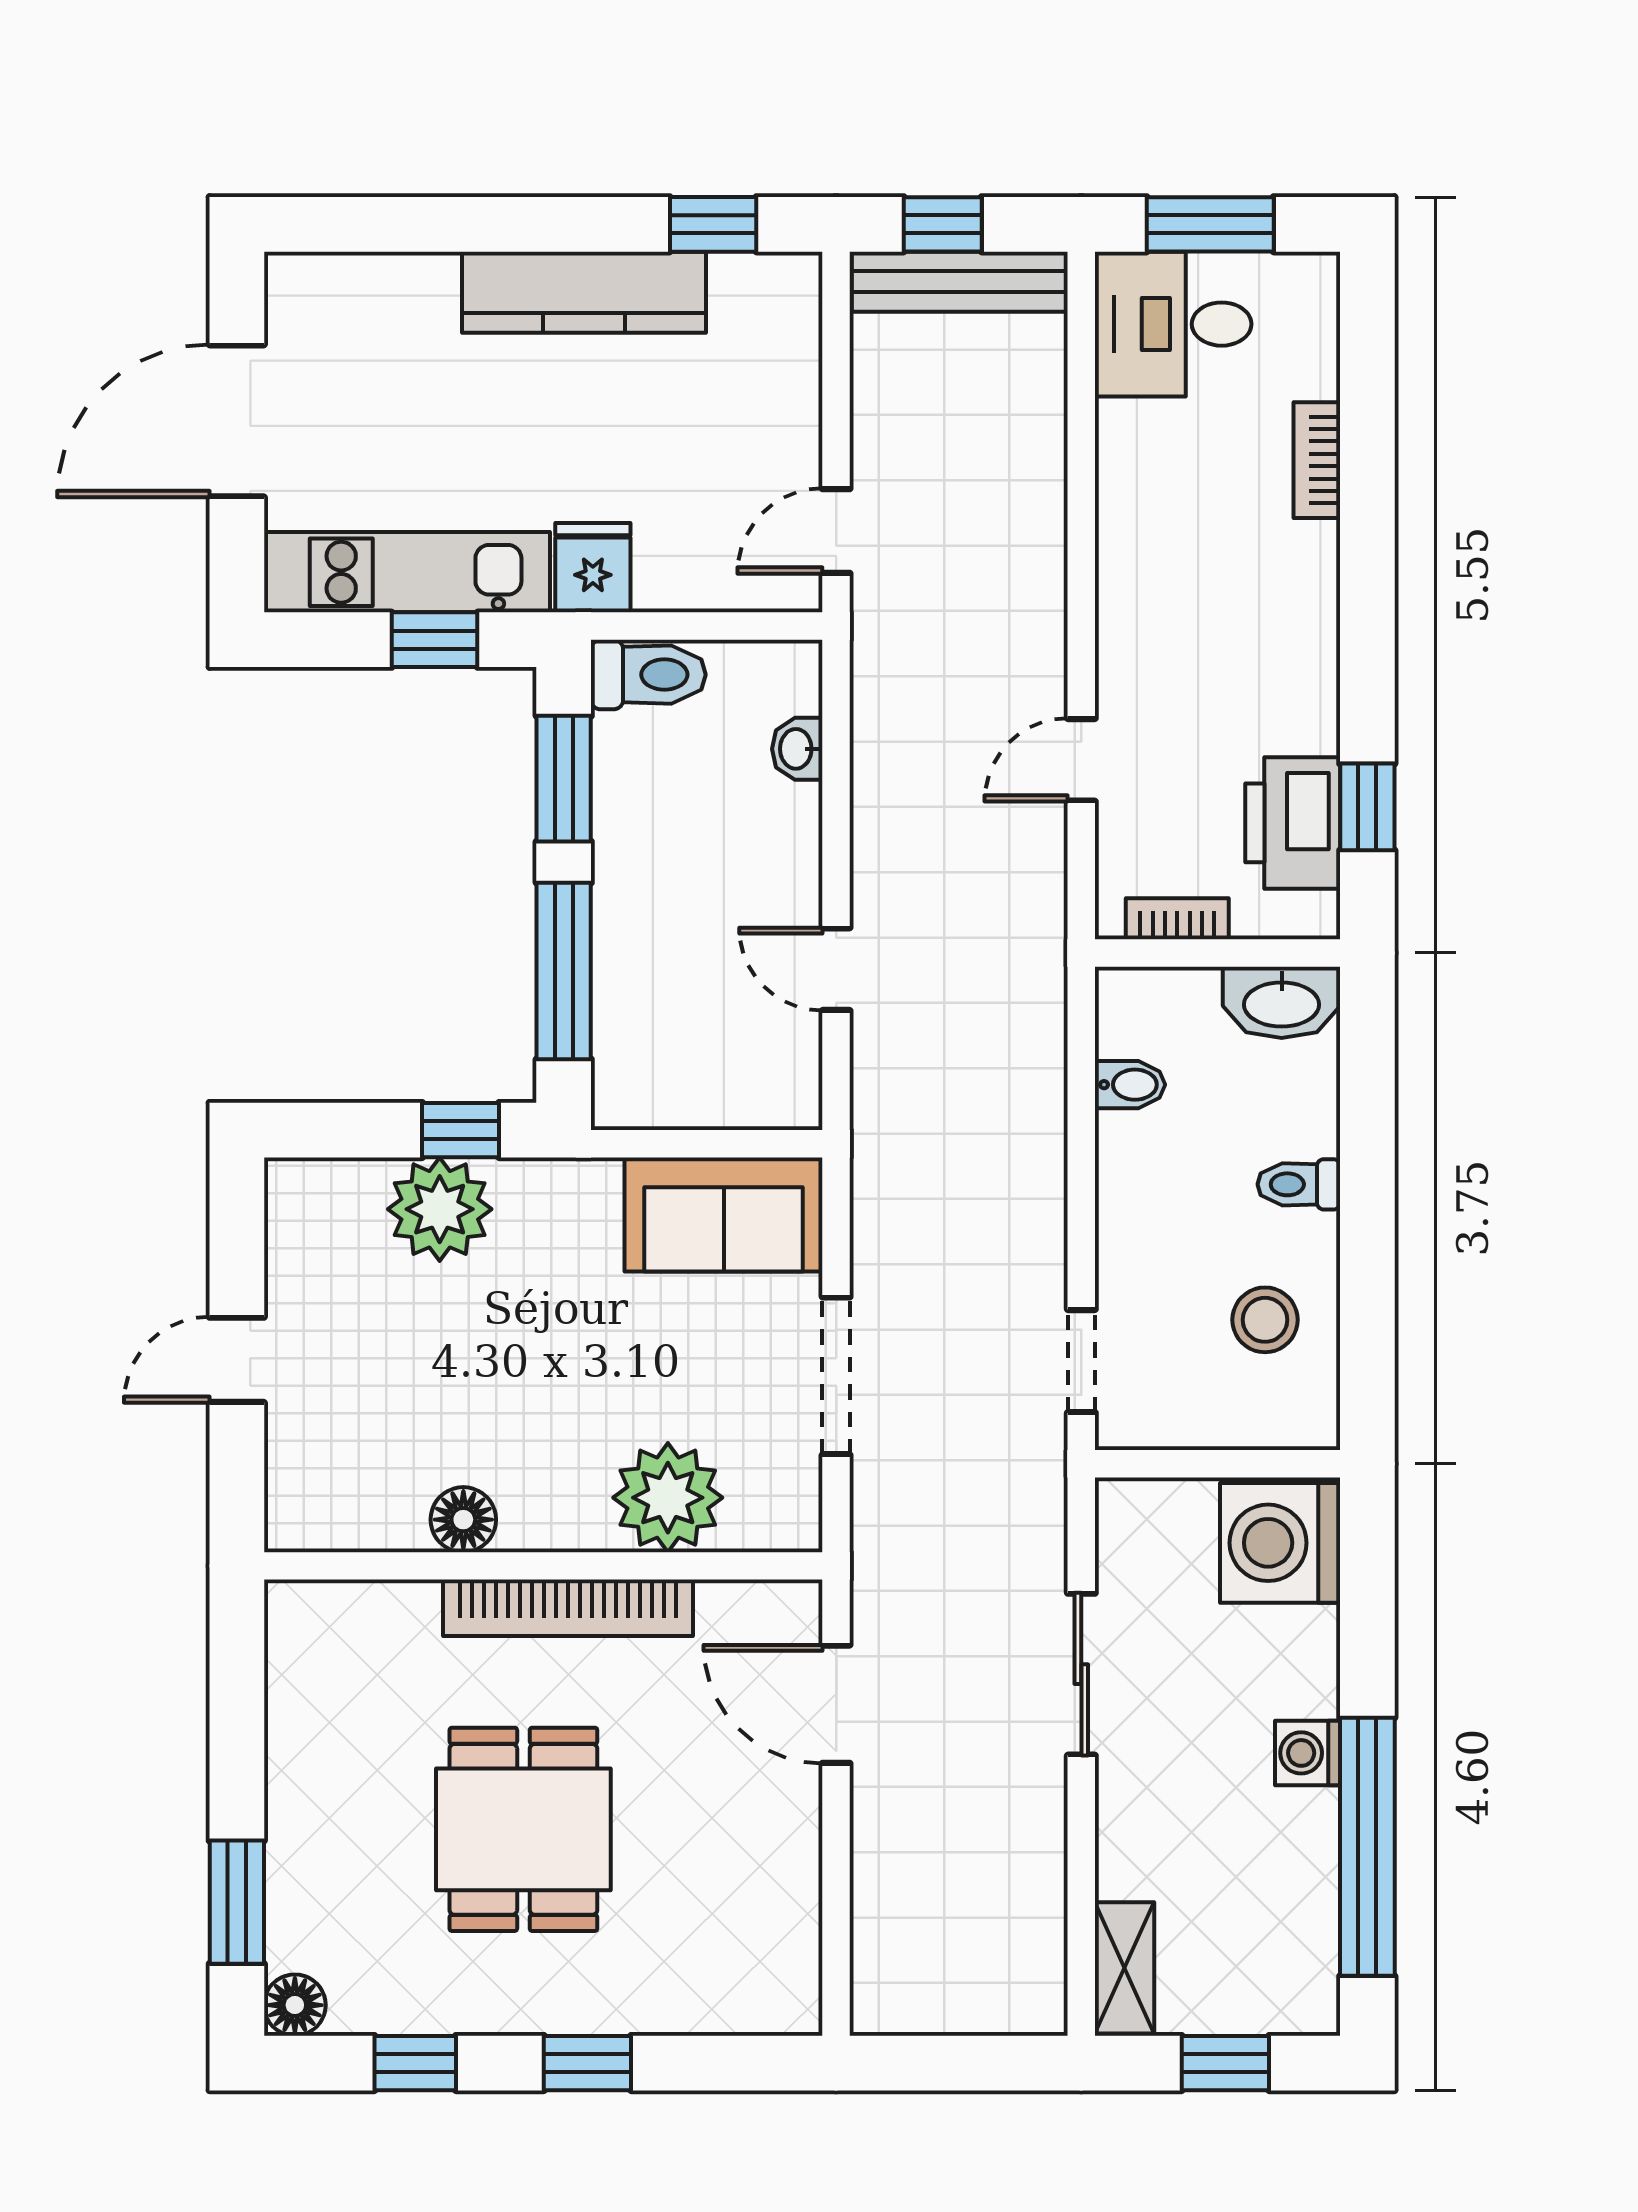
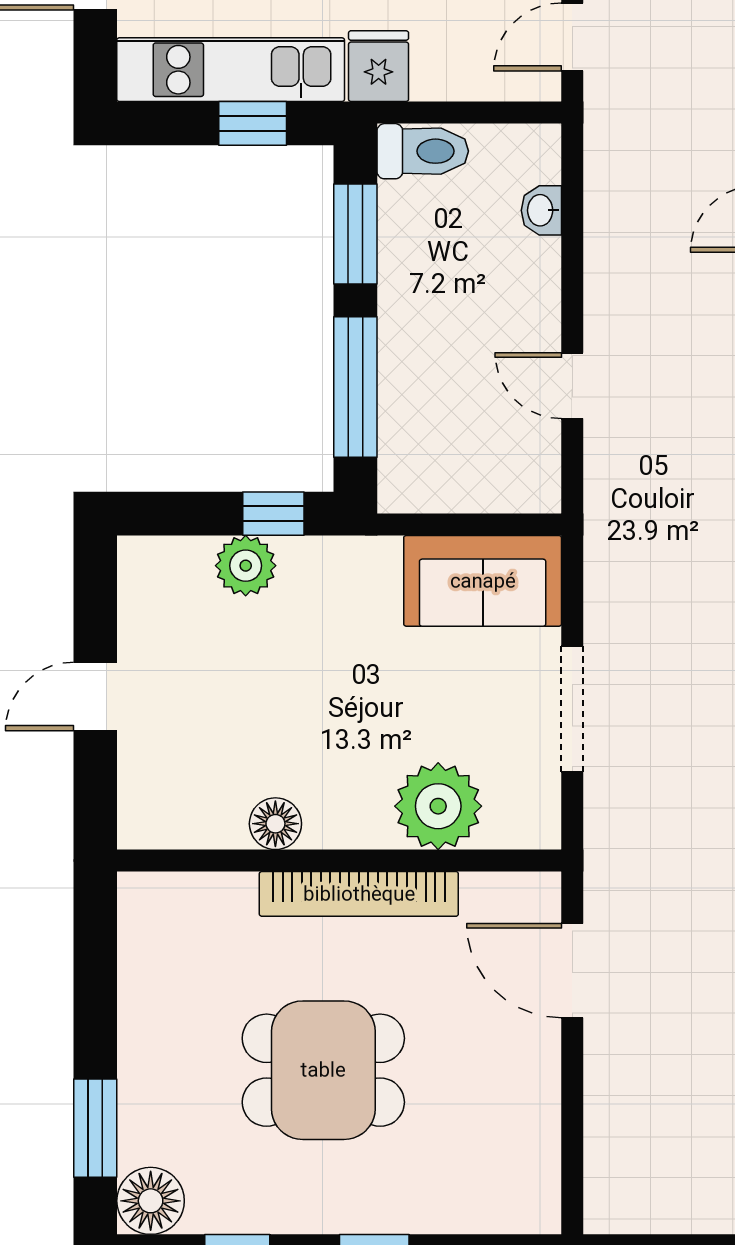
plant: (440, 1209) -> (246, 566), width x0.73, depth x0.73
dining table: (523, 1829) -> (323, 1070), turned 90
floor lamp: (295, 2005) -> (151, 1201), width x1.38, depth x1.38

